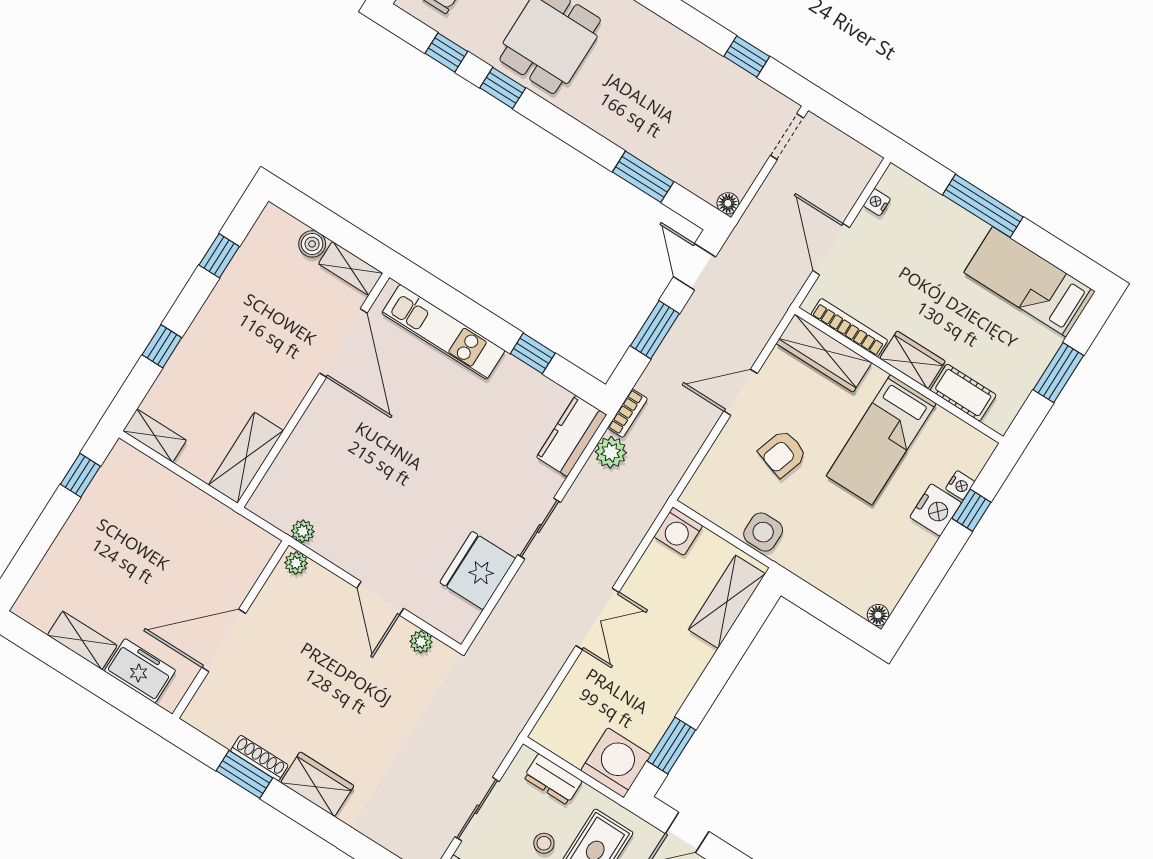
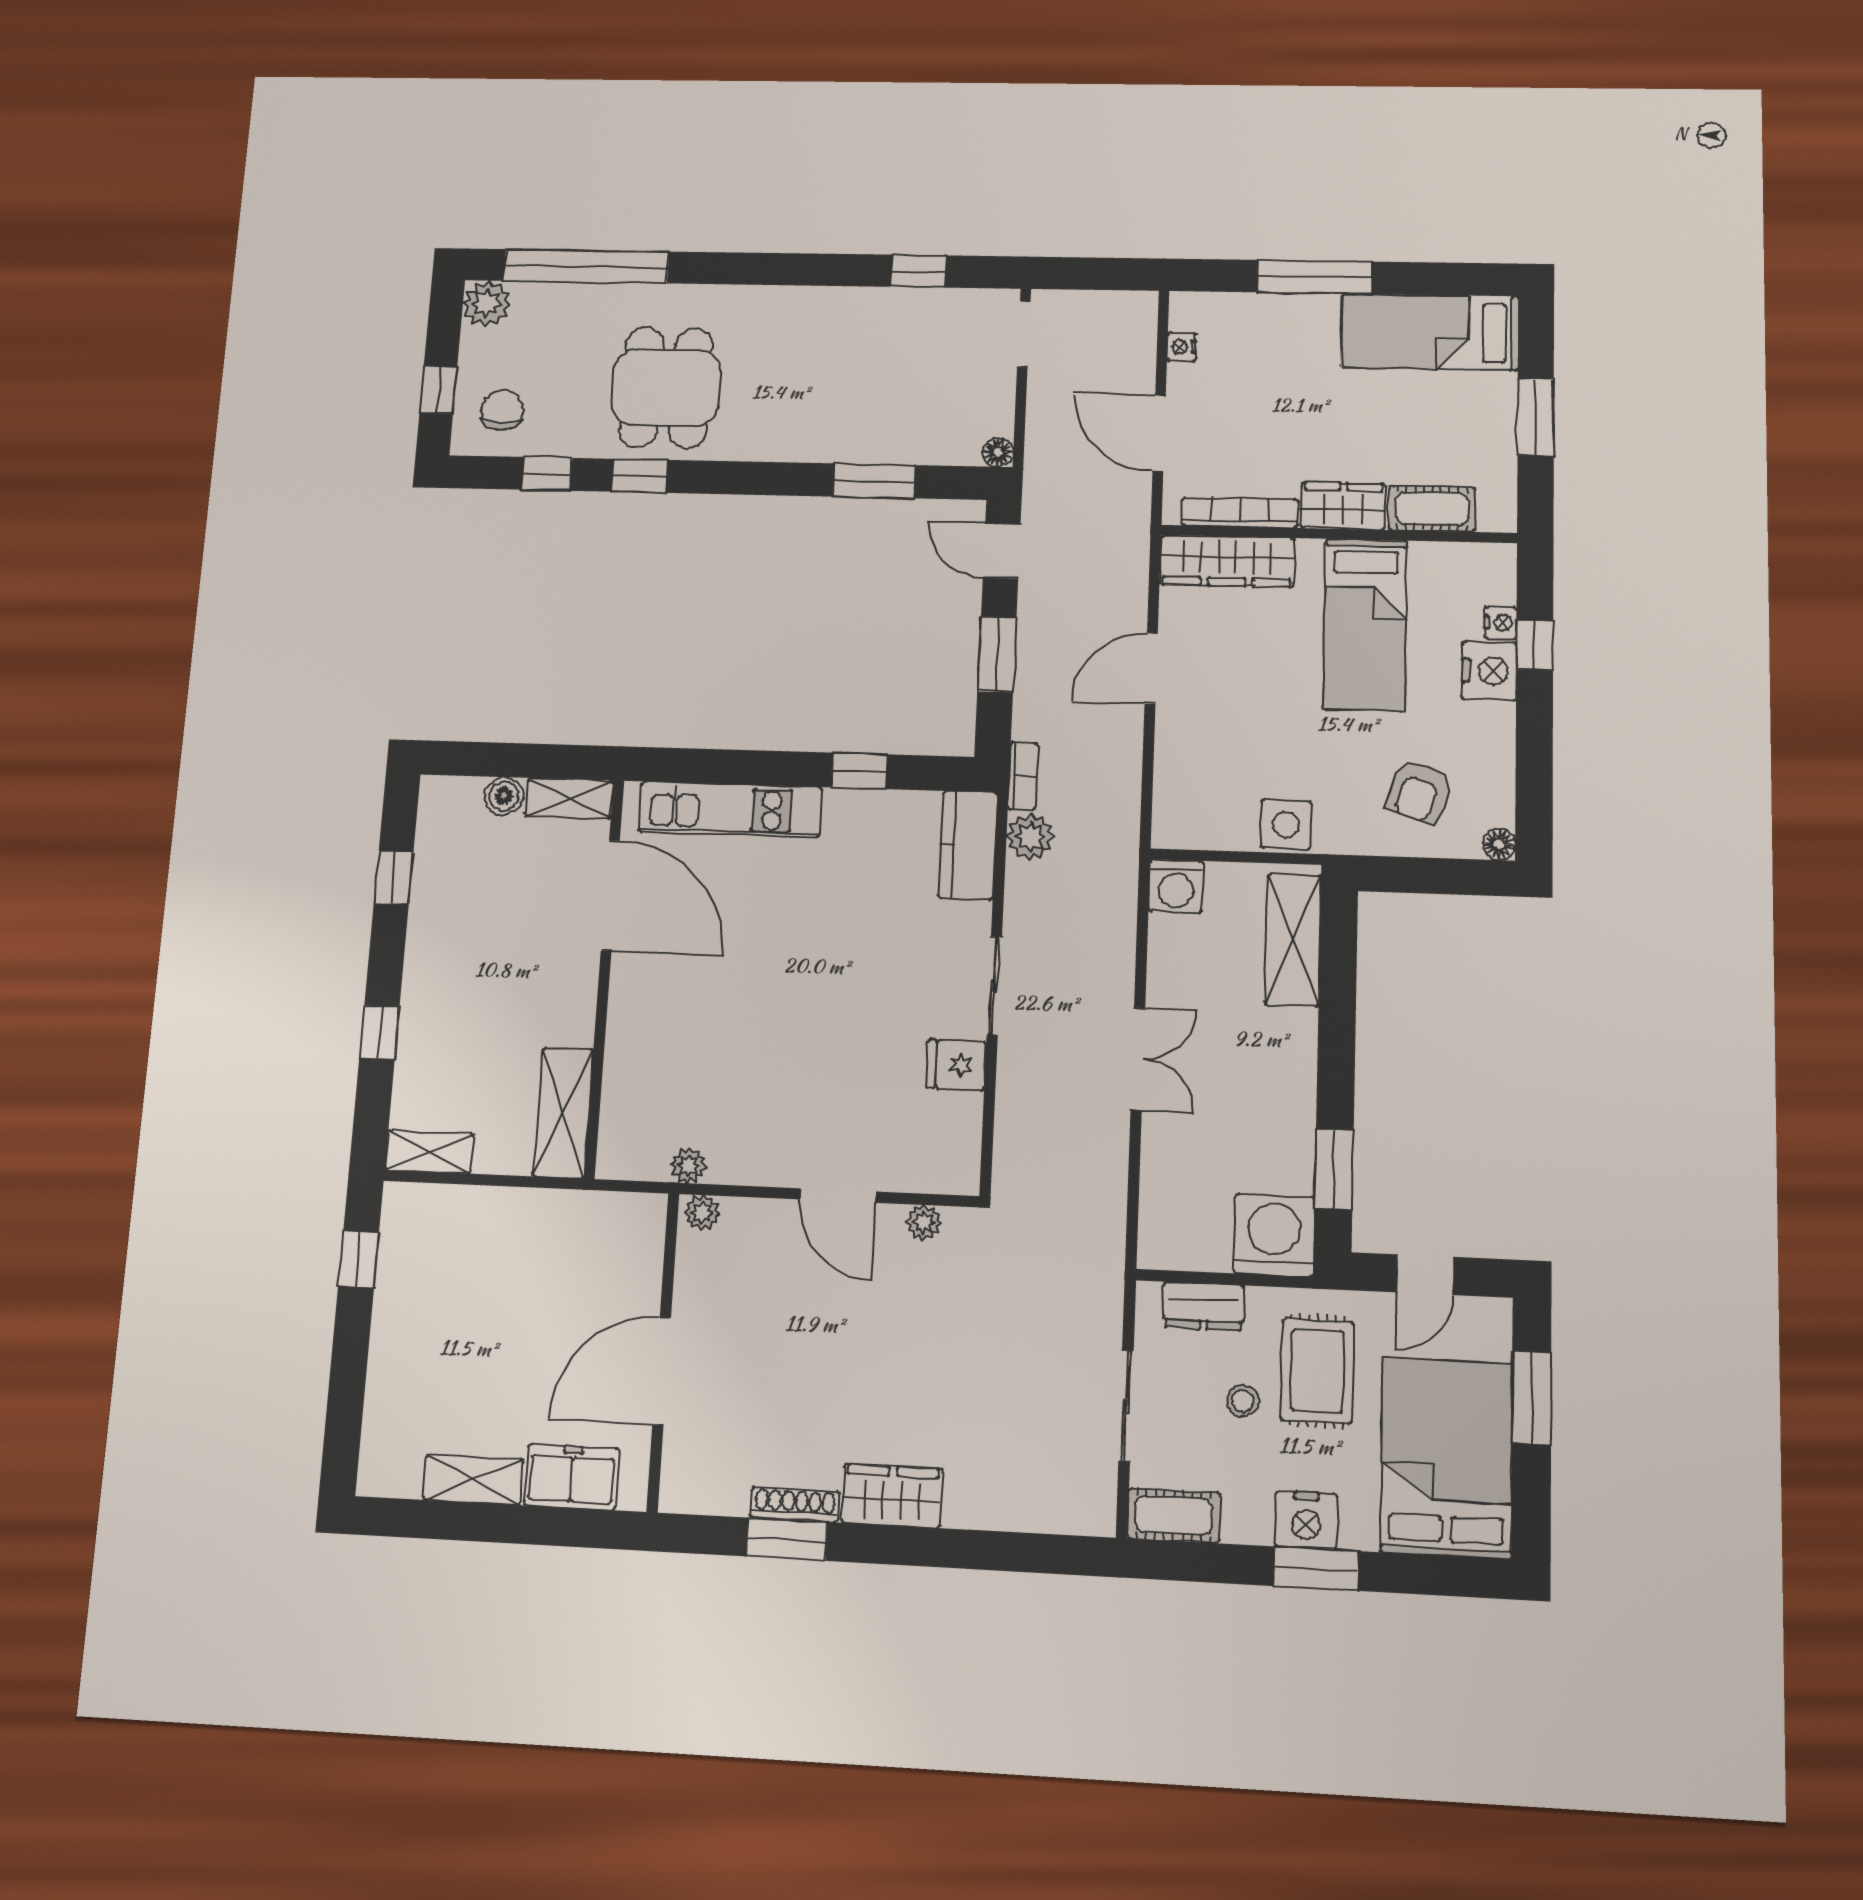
armchair: (783, 453) -> (1419, 792), moved
fridge: (478, 571) -> (956, 1065), width x0.53, depth x0.75

